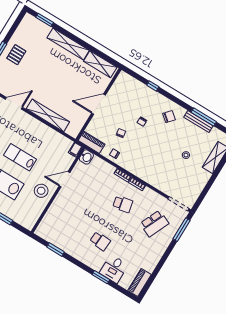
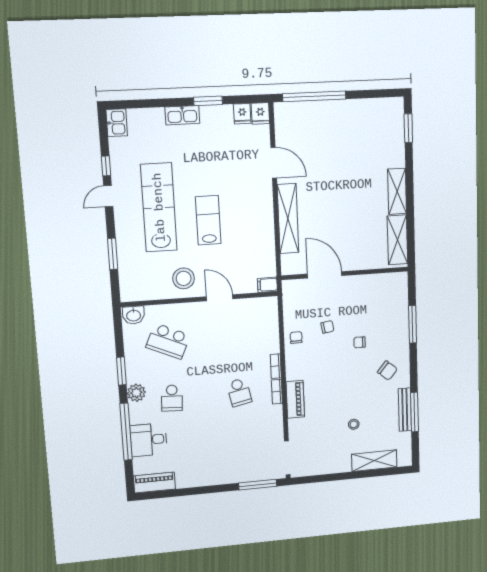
shelving: (68, 44) -> (397, 191), width x0.68
pallet: (16, 55) -> (339, 122), removed
window: (153, 86) -> (413, 324), width x2.17
door: (99, 104) -> (325, 275), moved
piano: (92, 142) -> (295, 399), moved
washbasin: (86, 157) -> (134, 315), moved
school desk: (154, 223) -> (168, 341), moved
window: (55, 249) -> (121, 371), moved
plant: (84, 257) -> (136, 393), added
window: (101, 277) -> (126, 432), width x2.11

